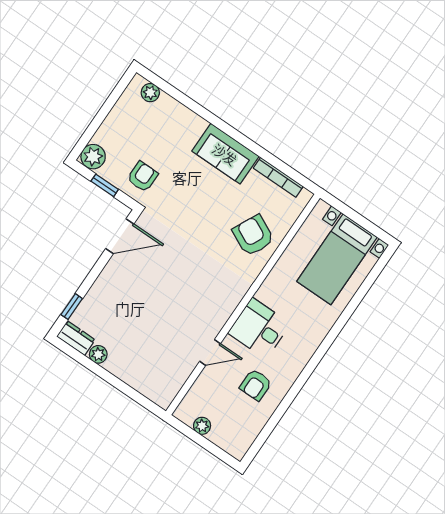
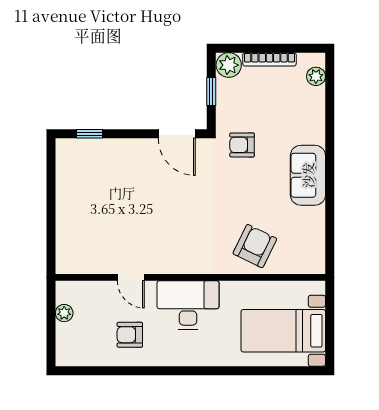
armchair: (143, 177) -> (242, 145), moved, turned 180
bookcase: (278, 177) -> (269, 59), moved, turned -90
desk: (259, 328) -> (188, 305), width x1.37
dresser: (76, 338) -> (65, 156), removed
plant: (98, 354) -> (64, 184), removed

